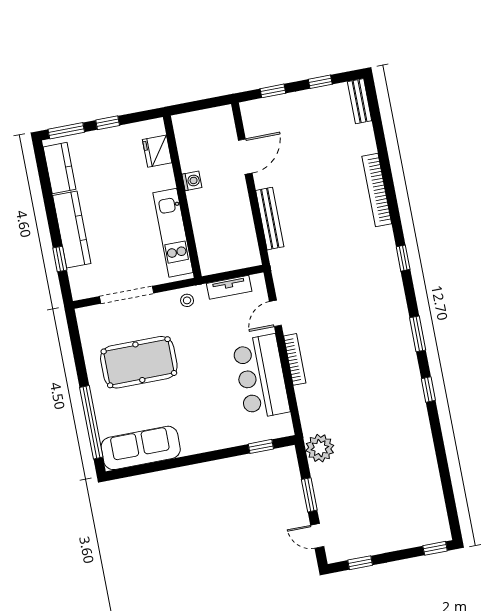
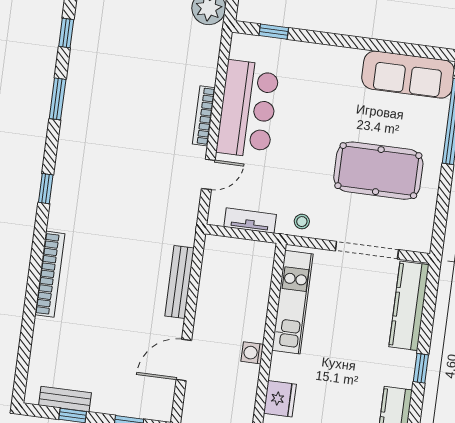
bench: (360, 101) -> (65, 399), moved, turned 90
kitchen counter: (72, 229) -> (409, 306), moved
window: (60, 259) -> (421, 368), moved

